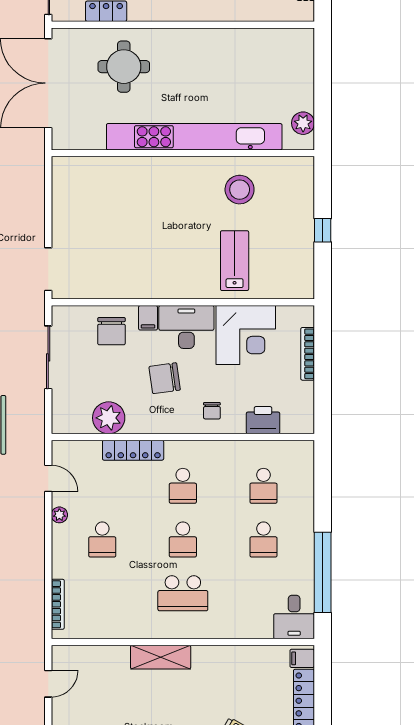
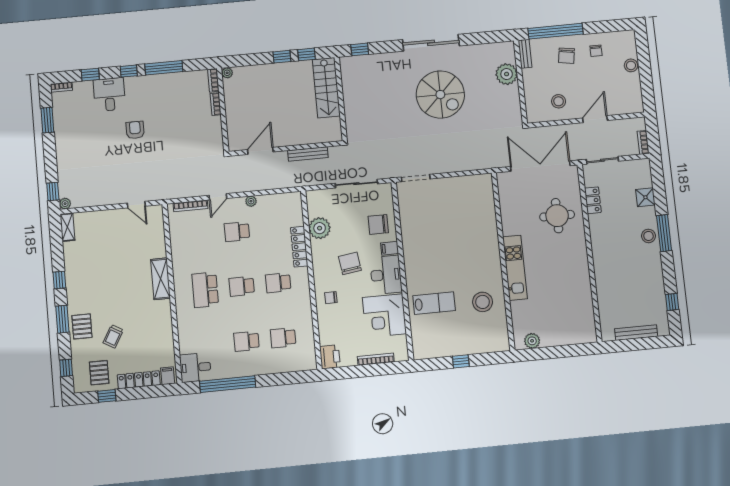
kitchen unit: (194, 137) -> (515, 268), width x0.54
printer: (263, 420) -> (330, 357), moved
door: (48, 478) -> (218, 197), moved

